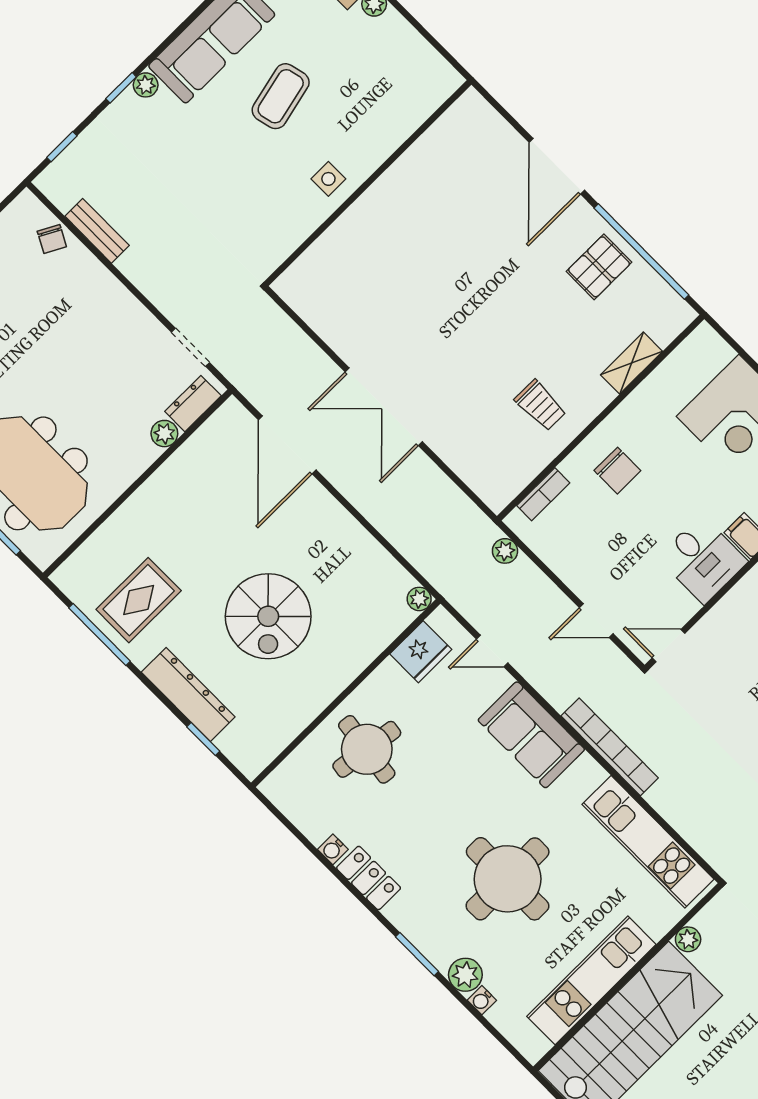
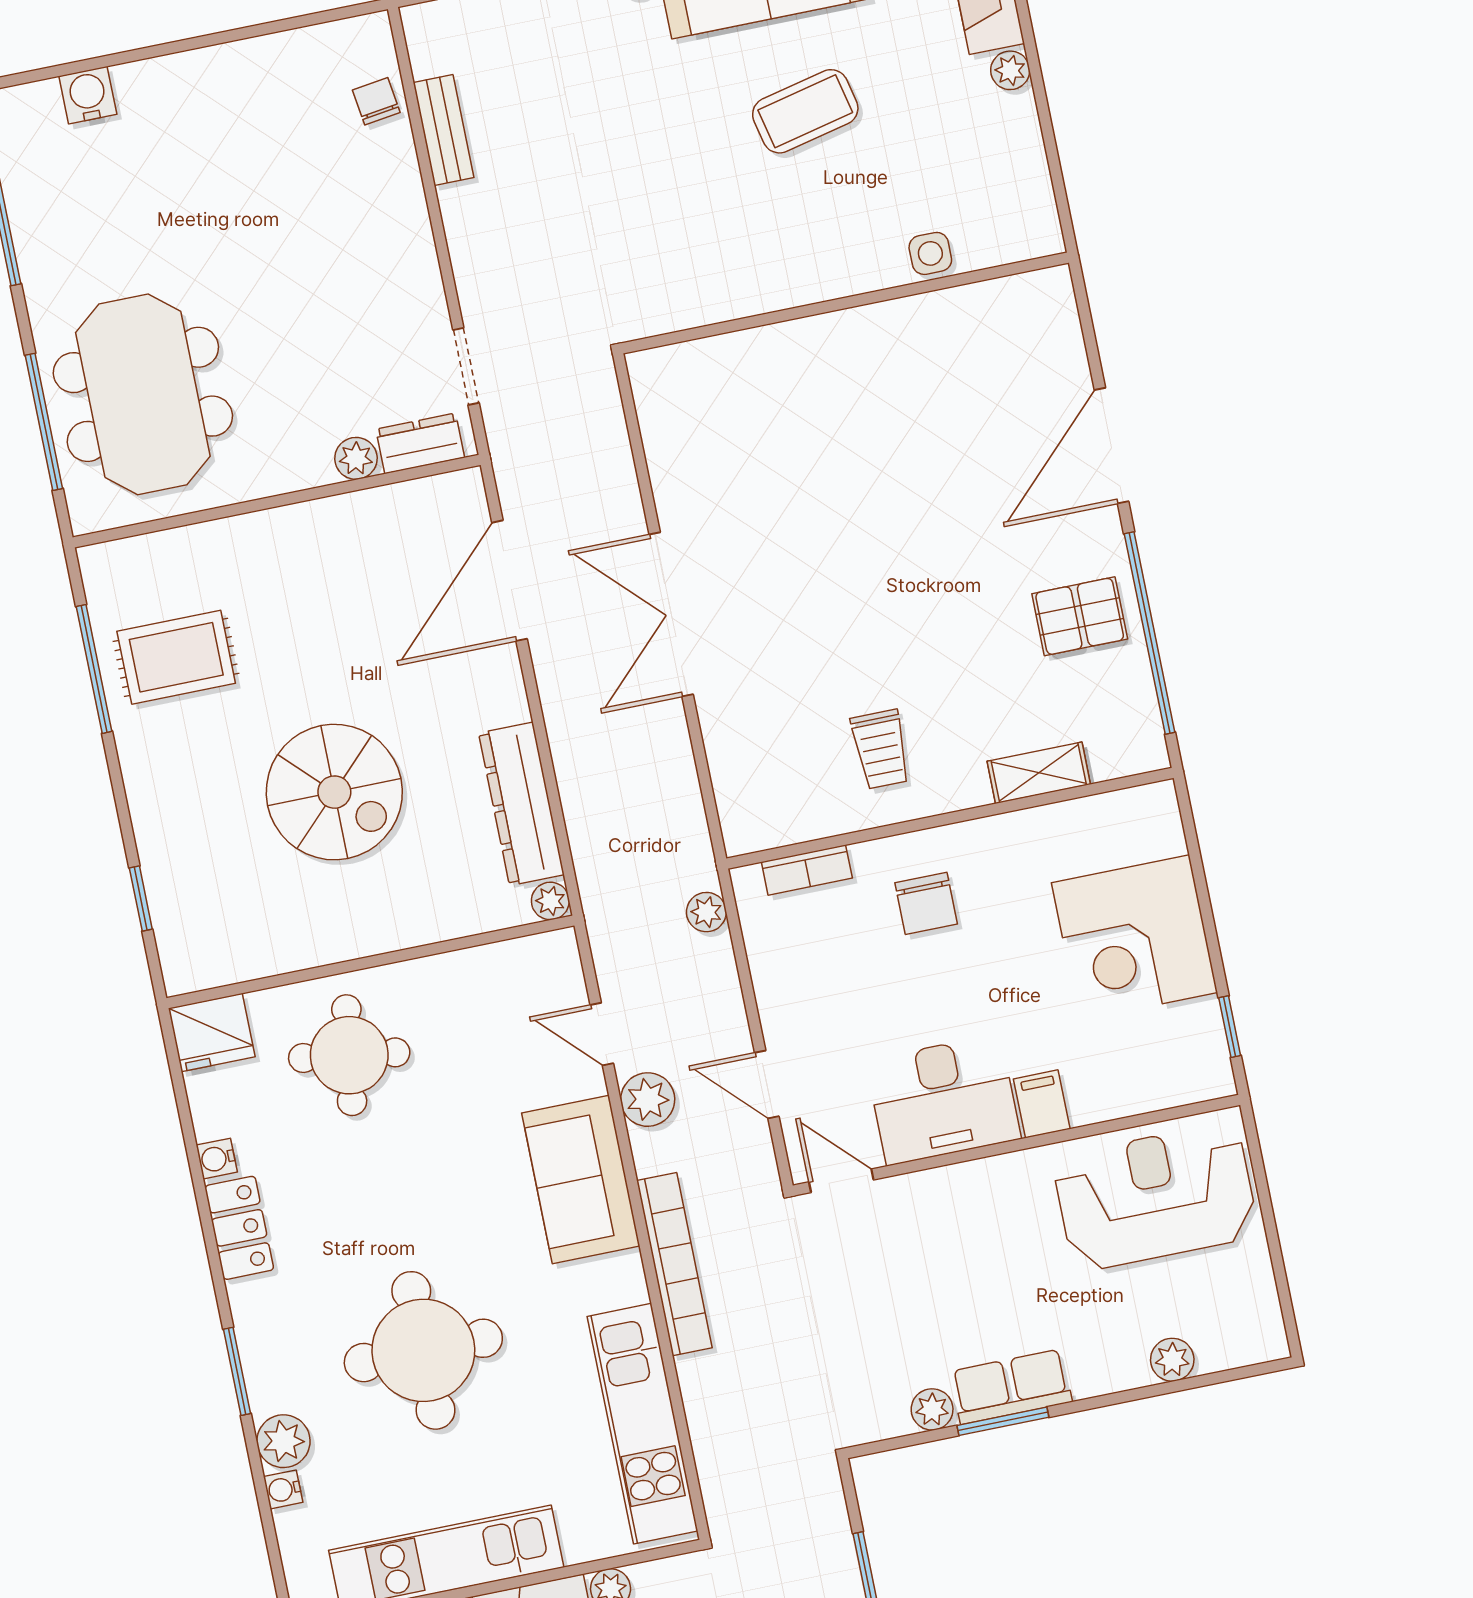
side table: (328, 179) -> (930, 253), moved
chair: (52, 239) -> (376, 101), turned 144
desk: (703, 559) -> (943, 1100), width x1.37
spiral stairs: (268, 616) -> (334, 792), turned -90
fridge: (421, 652) -> (212, 1032), moved
plant: (539, 670) -> (648, 1100), added
dresser: (188, 694) -> (521, 804), moved, turned 180

